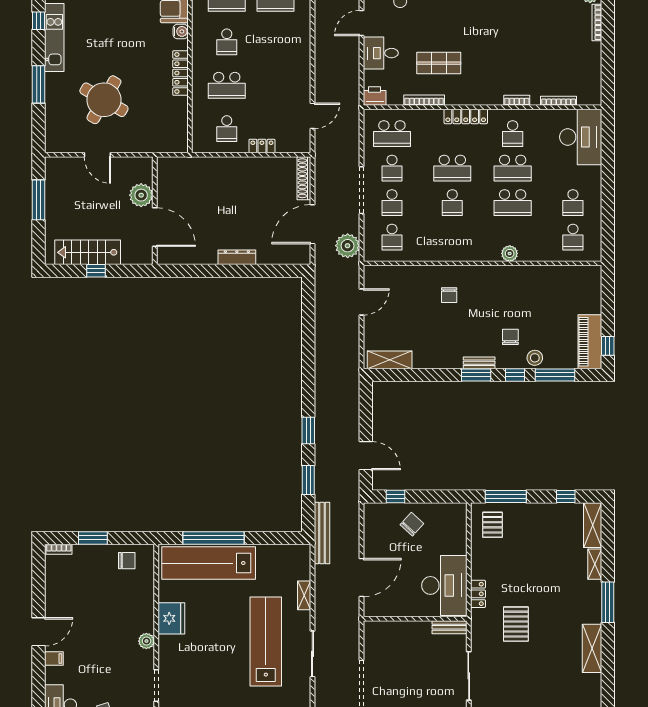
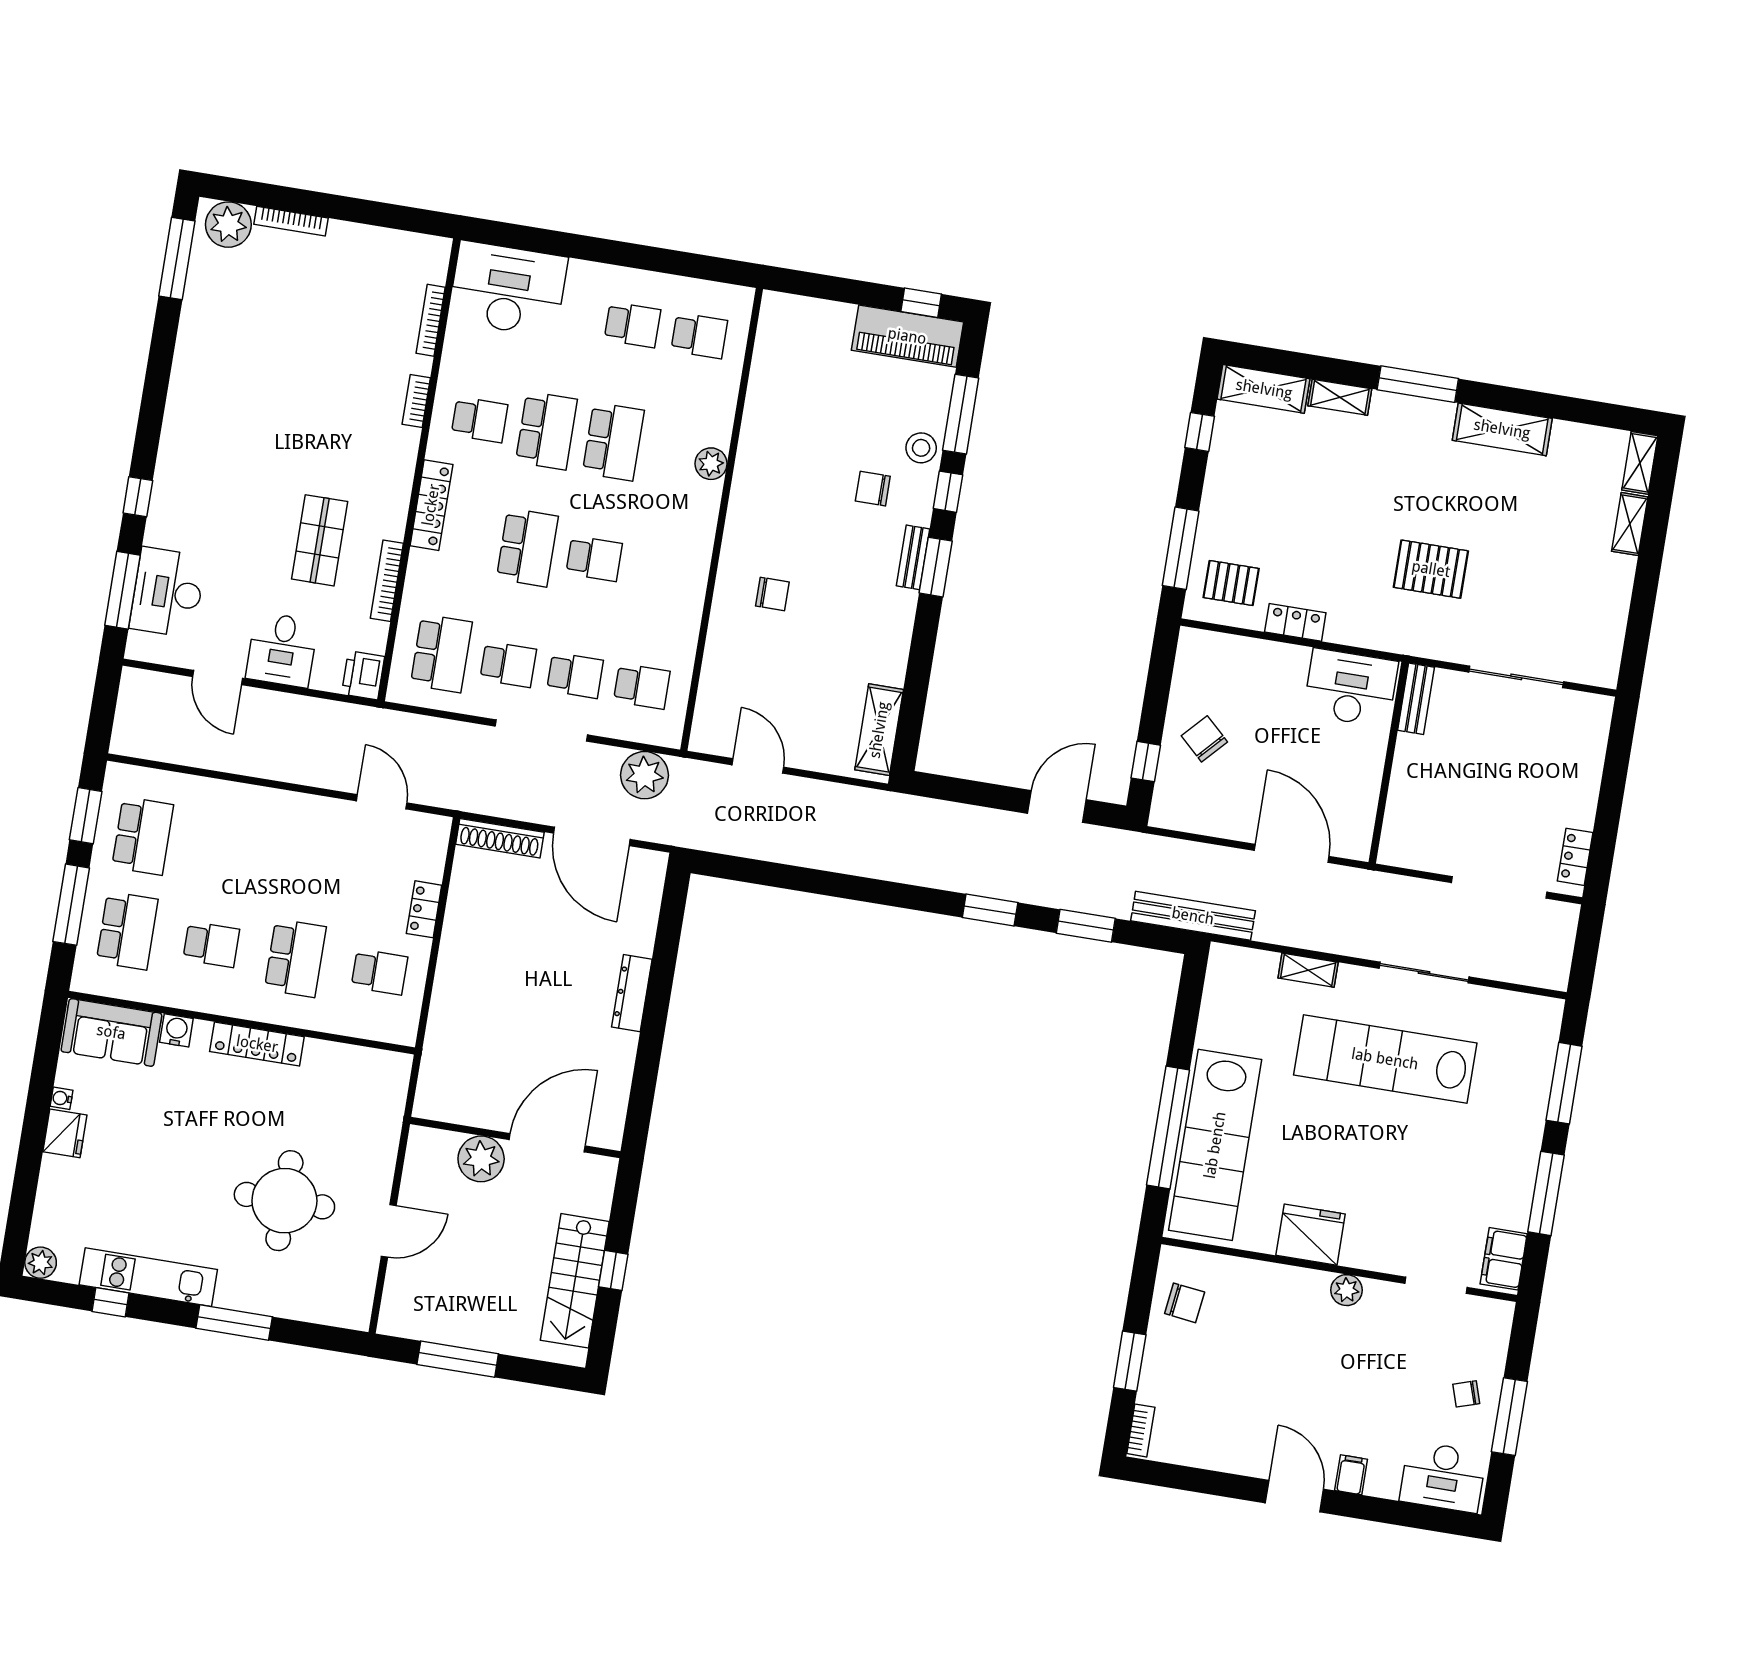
round table: (104, 100) -> (284, 1201), turned -30
chair: (127, 561) -> (1185, 1303), turned 97
desk: (444, 585) -> (1351, 688), width x0.73, depth x0.77
locker: (478, 594) -> (1295, 622), moved

